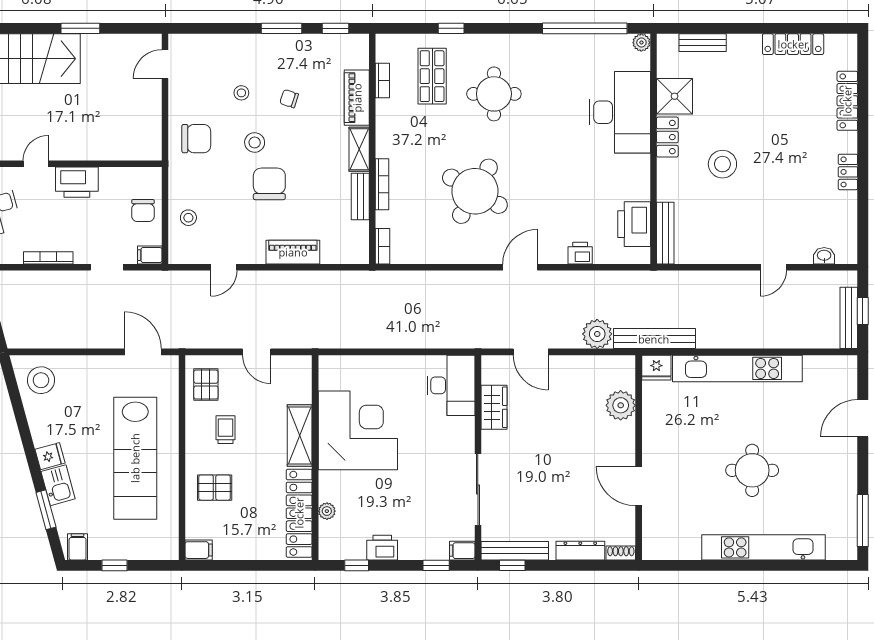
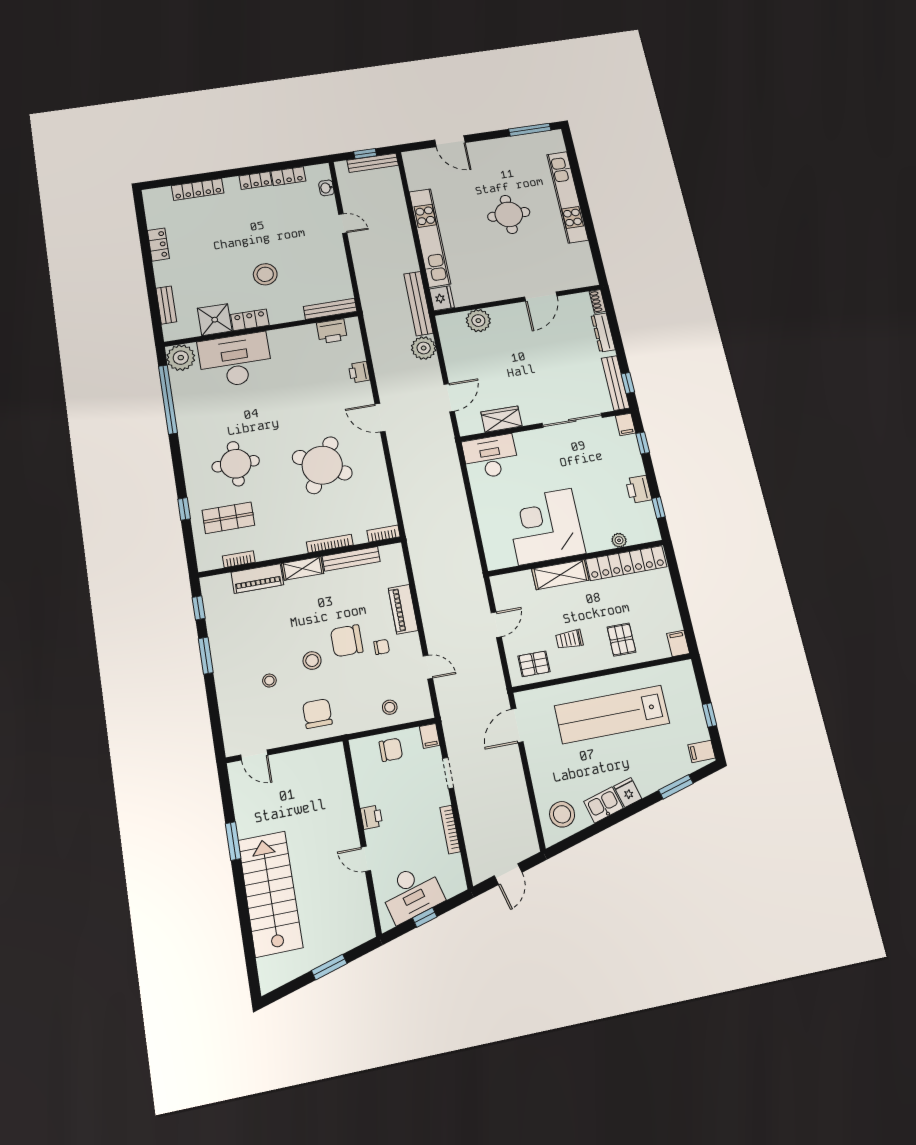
plant: (641, 43) -> (181, 358), width x1.88, depth x1.88
locker: (793, 44) -> (158, 245), width x0.66
chair: (289, 99) -> (382, 647), moved, turned -108
printer: (77, 182) -> (371, 817), width x0.53, depth x0.68
bench: (360, 196) -> (351, 559), width x1.36
locker: (847, 213) -> (288, 176), added
printer: (634, 224) -> (332, 331), width x0.73, depth x0.84
lab bench: (135, 458) -> (612, 714), turned 180
kitchen sink: (58, 485) -> (604, 805), moved

